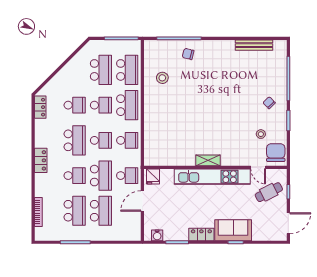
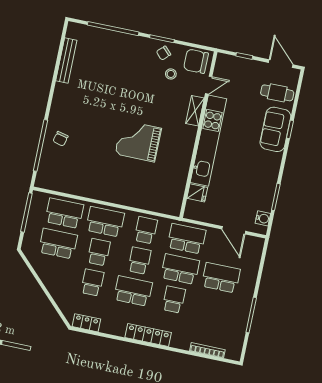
stool: (162, 78) -> (82, 174), removed
chair: (269, 103) -> (164, 53), moved
grand piano: (200, 119) -> (138, 141), added
locker: (41, 160) -> (148, 335), width x1.53
shelving: (208, 160) -> (195, 111), moved
school desk: (127, 176) -> (187, 239), width x1.85
fridge: (153, 176) -> (197, 193), moved
cafe table: (269, 192) -> (277, 93), moved, turned -63
door: (142, 201) -> (234, 230), moved
school desk: (75, 211) -> (215, 308), removed
locker: (201, 234) -> (273, 167), removed

